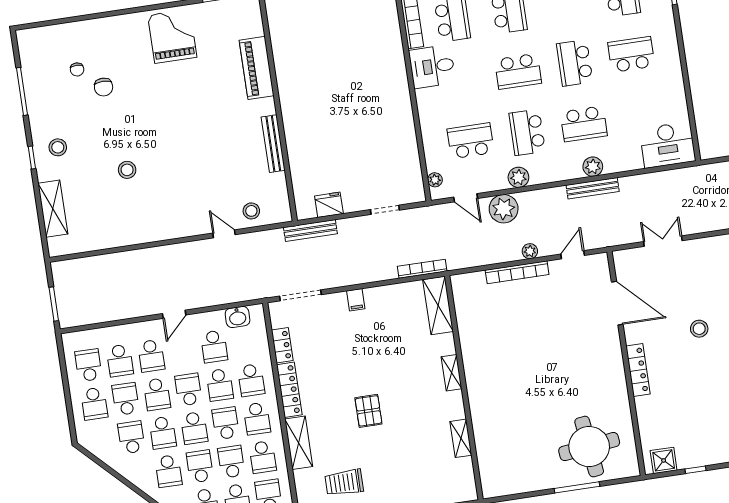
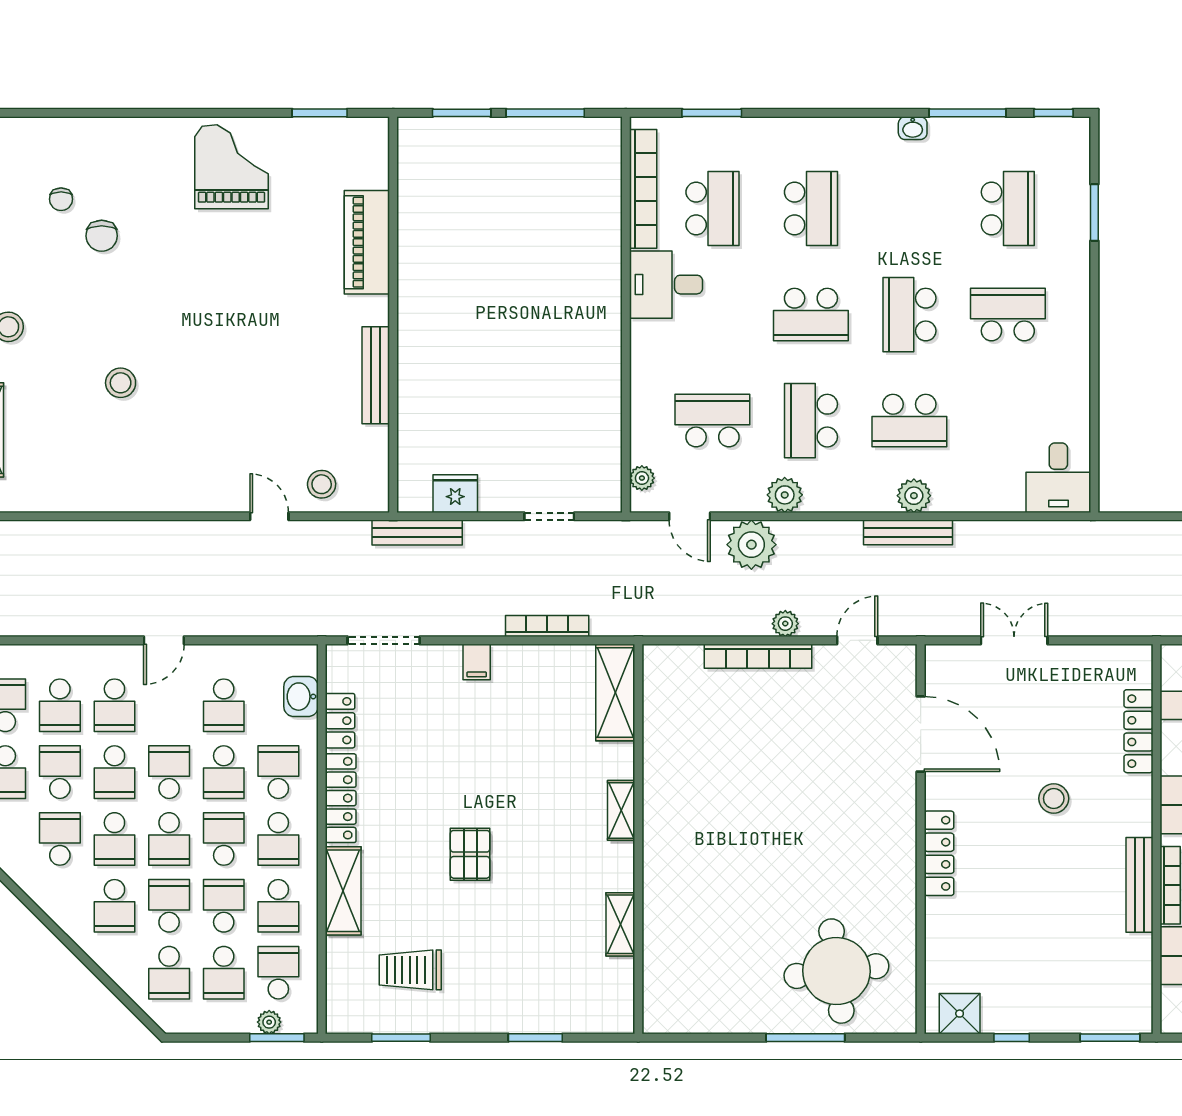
desk: (667, 145) -> (1058, 478), width x0.73
bookcase: (422, 269) -> (547, 626), moved
washbasin: (238, 317) -> (301, 697), moved, turned 90
school desk: (251, 380) -> (278, 772), turned 180

